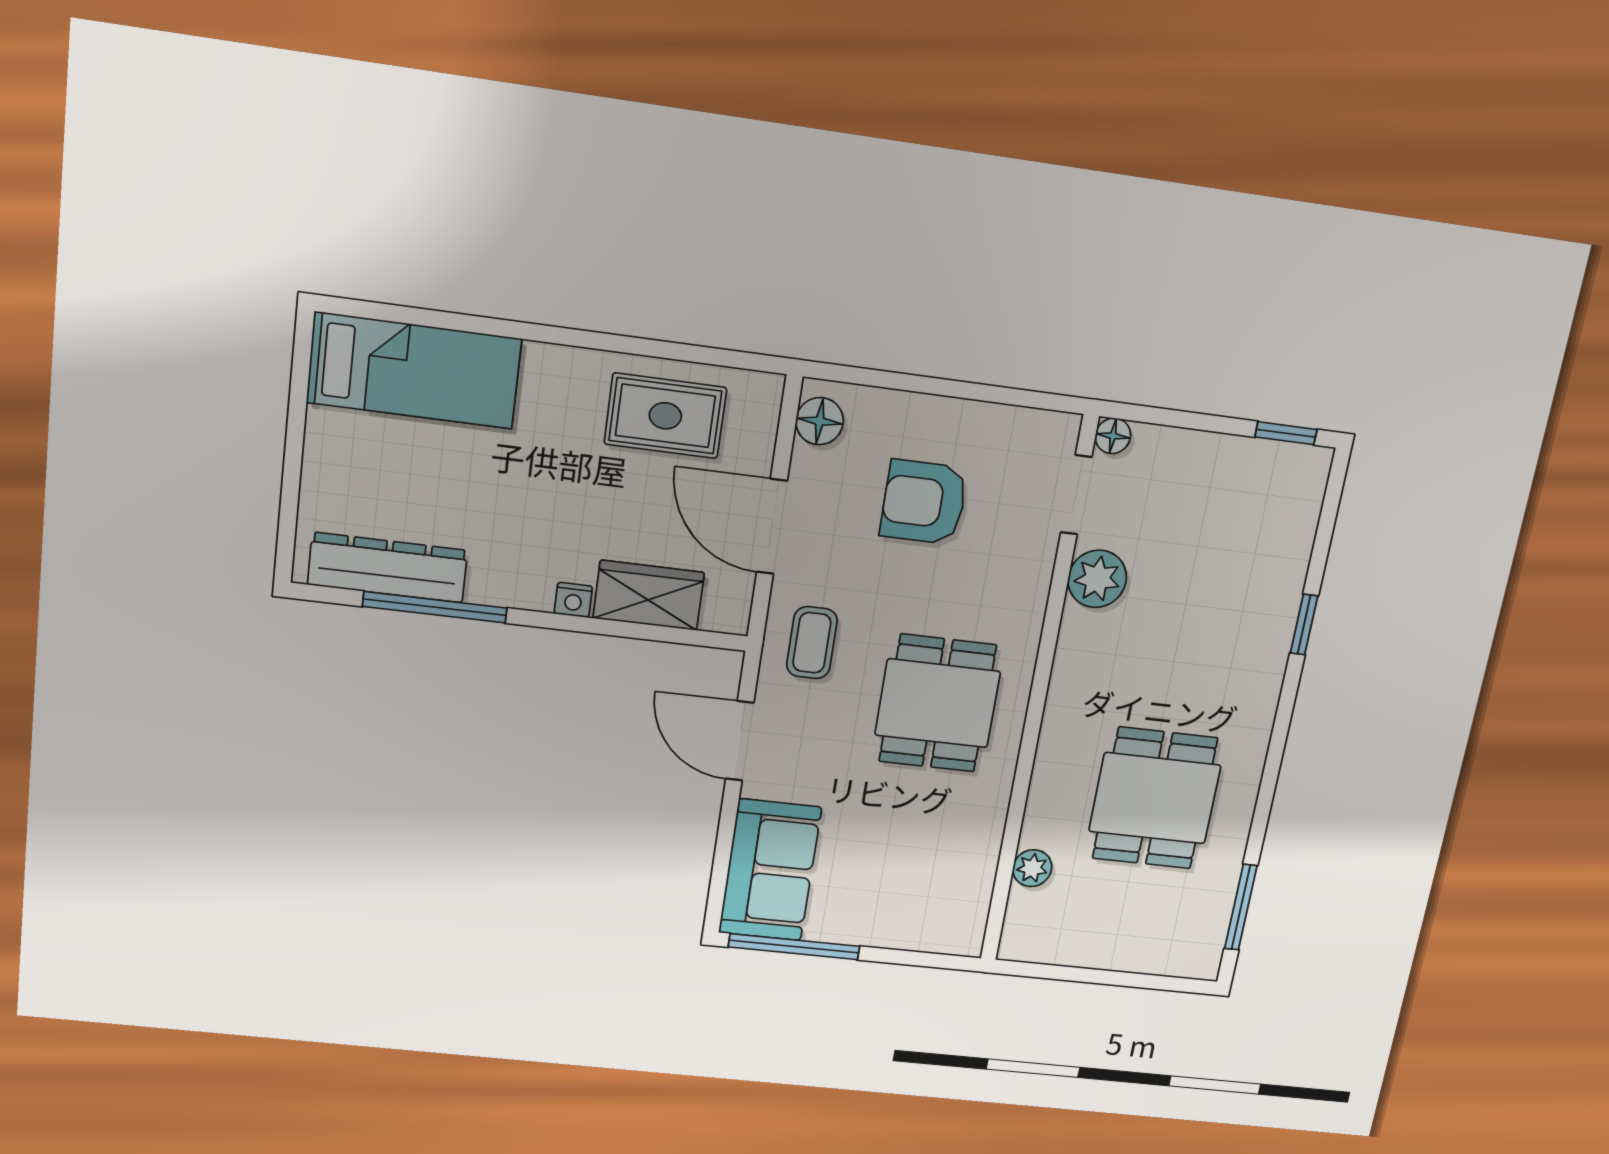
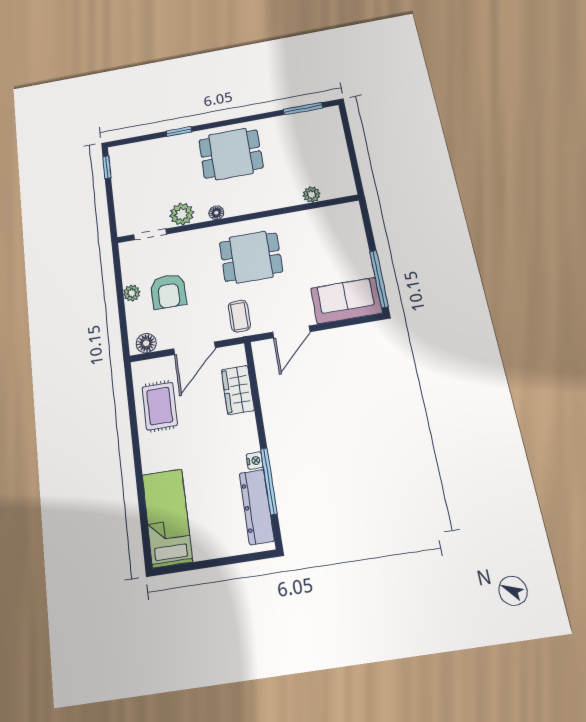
plant: (950, 417) -> (132, 293), added
floor lamp: (1113, 436) -> (216, 213), moved
nightstand: (573, 600) -> (255, 461), moved
coffee table: (812, 643) -> (239, 316), turned 90
dining table: (1155, 798) -> (231, 154), moved

